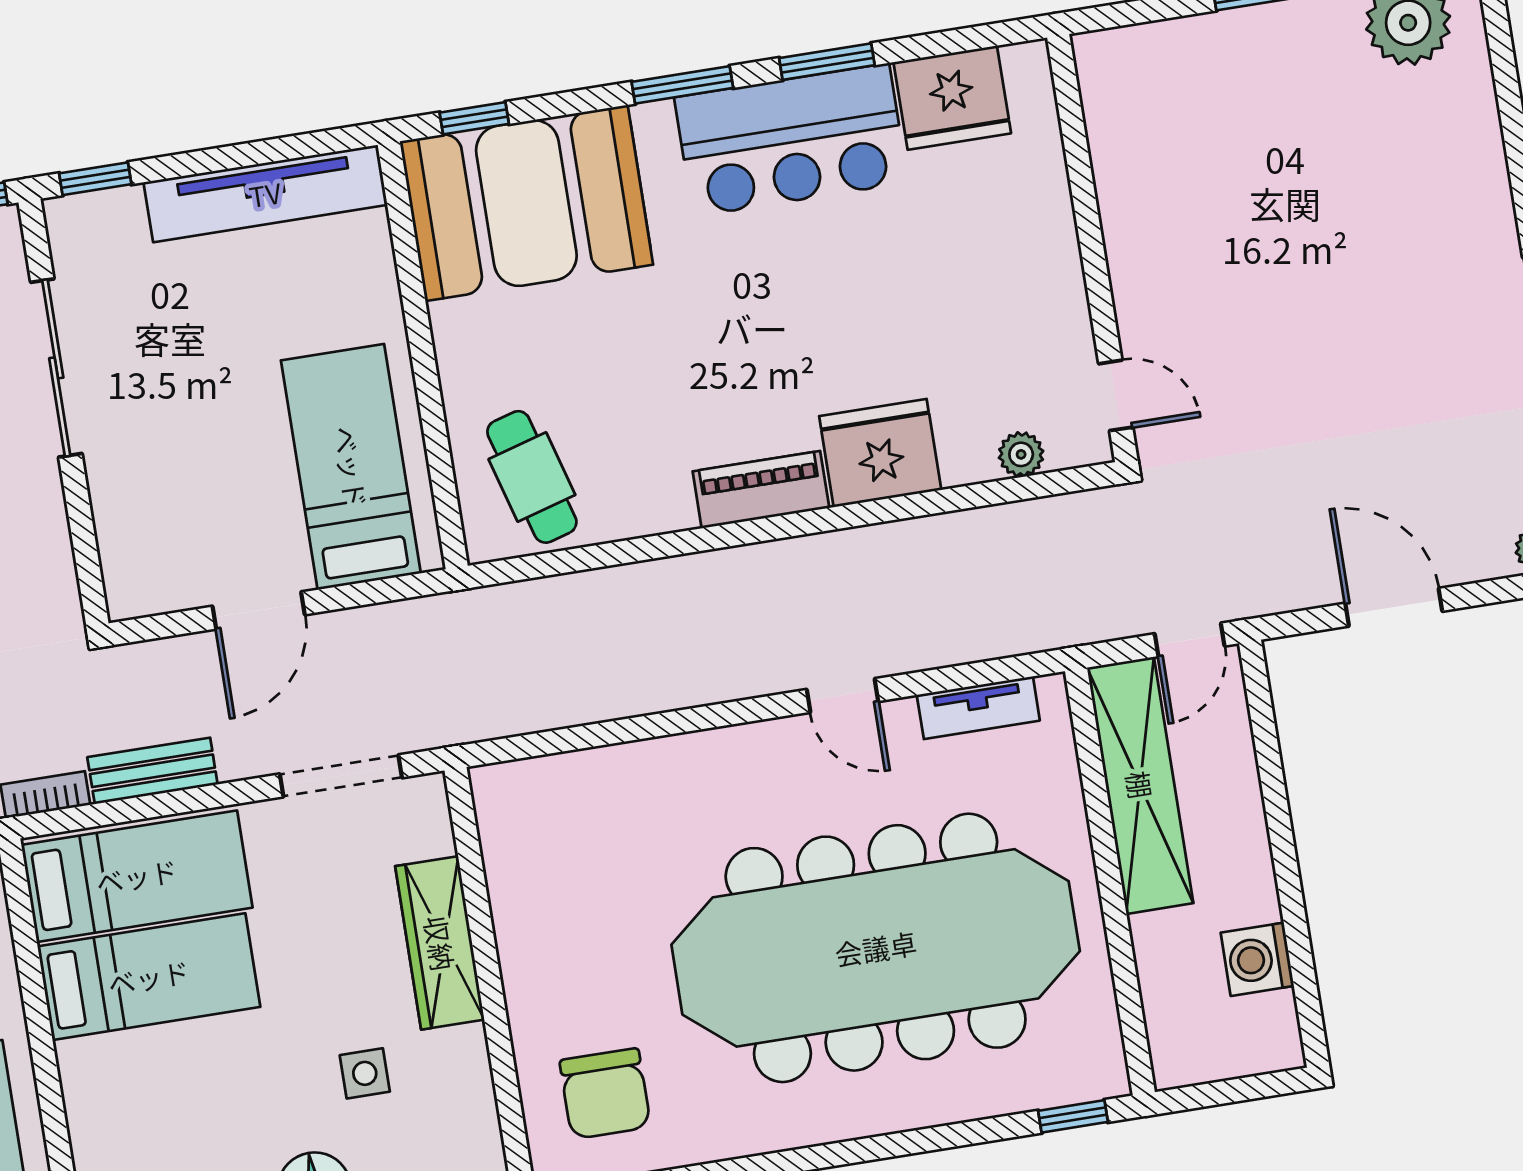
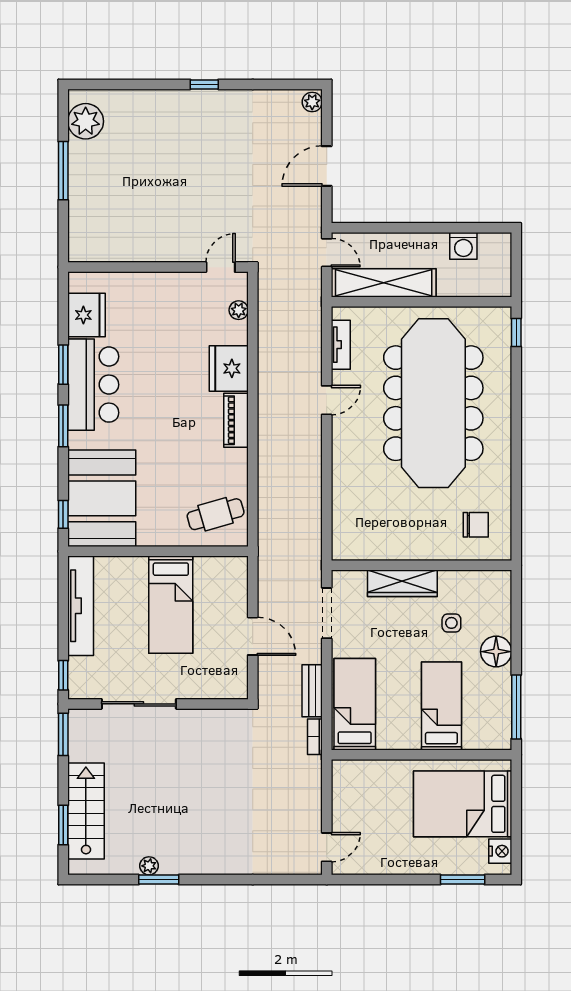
bed: (351, 467) -> (171, 605), moved, turned -90
bed: (149, 977) -> (441, 706), moved
chair: (605, 1094) -> (476, 525), width x0.73, depth x0.73

